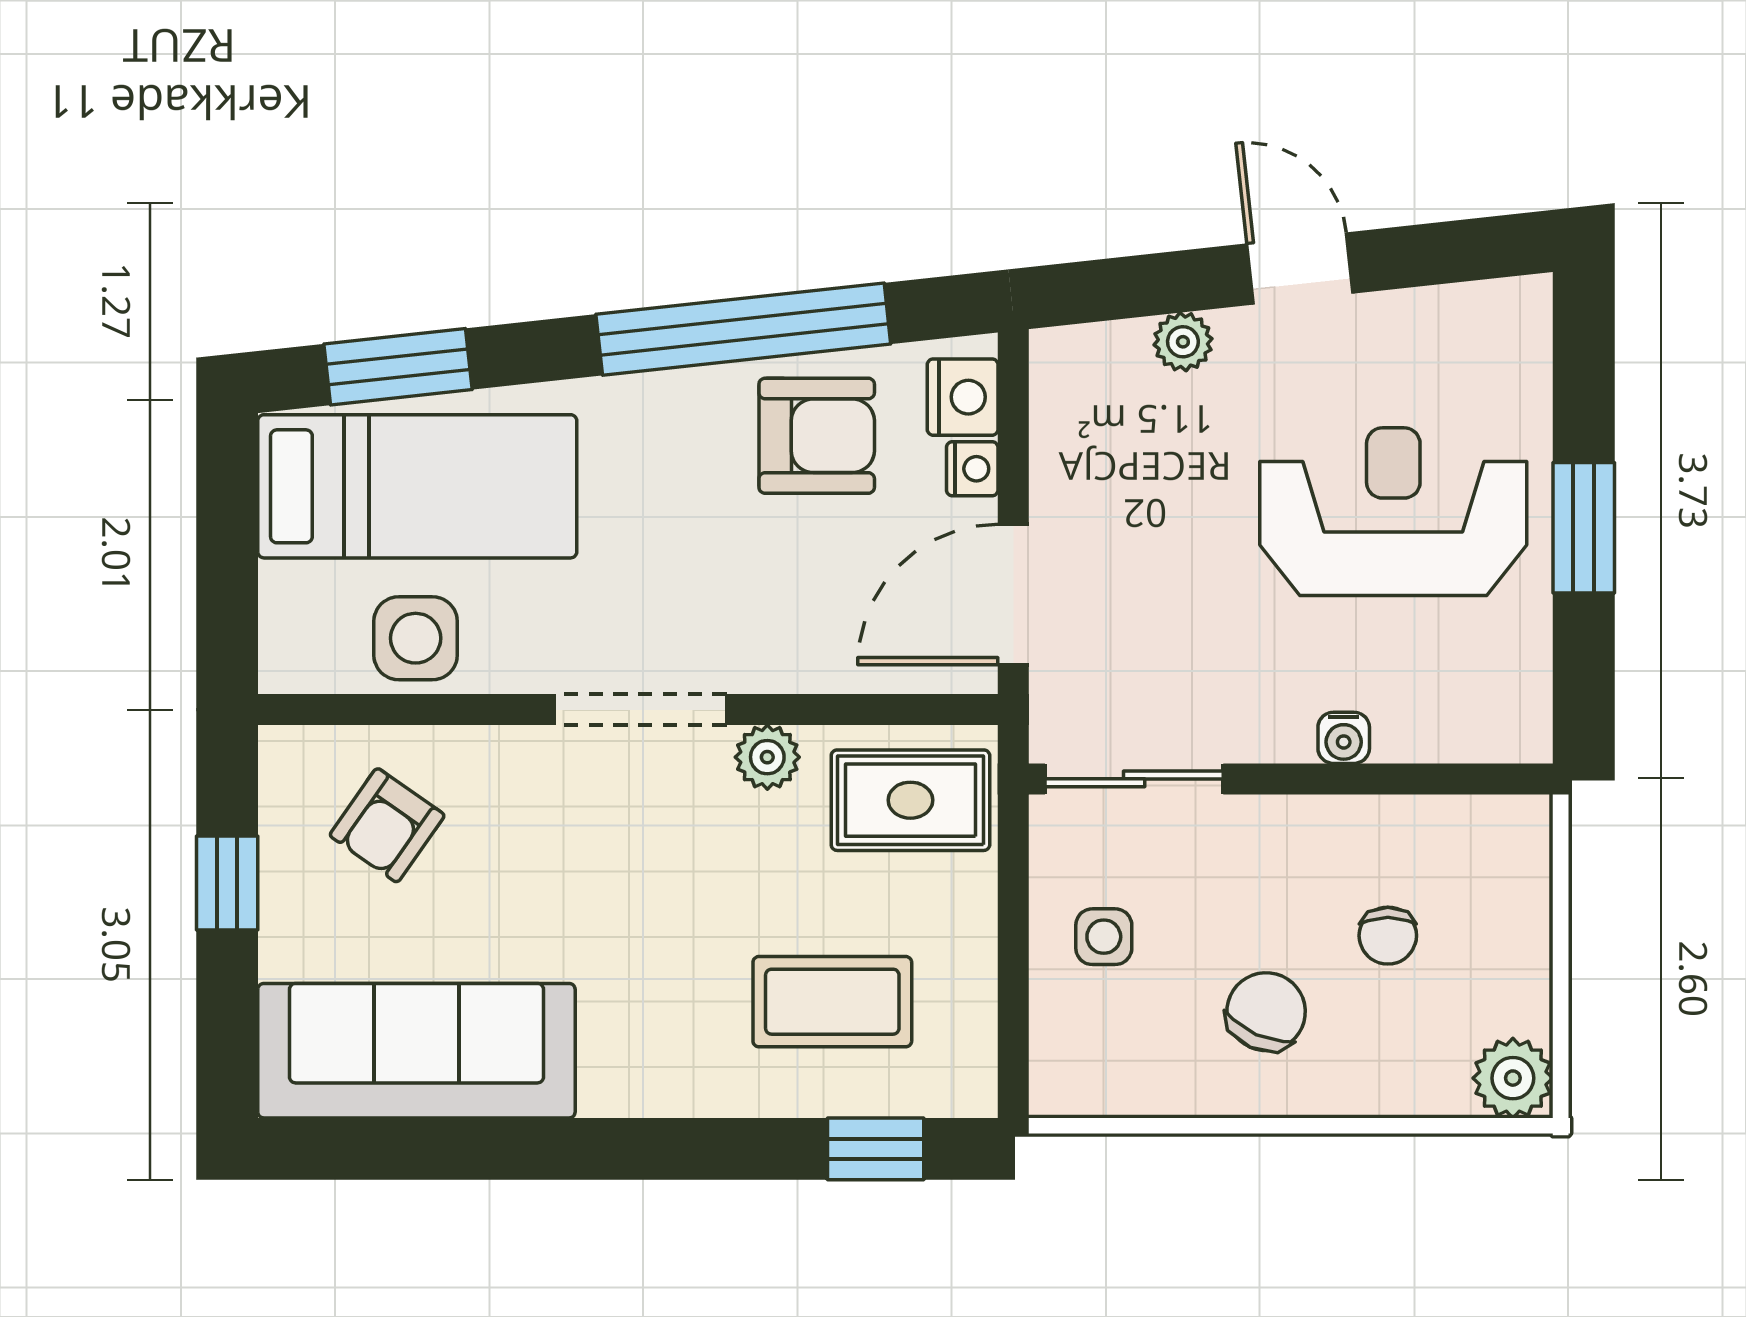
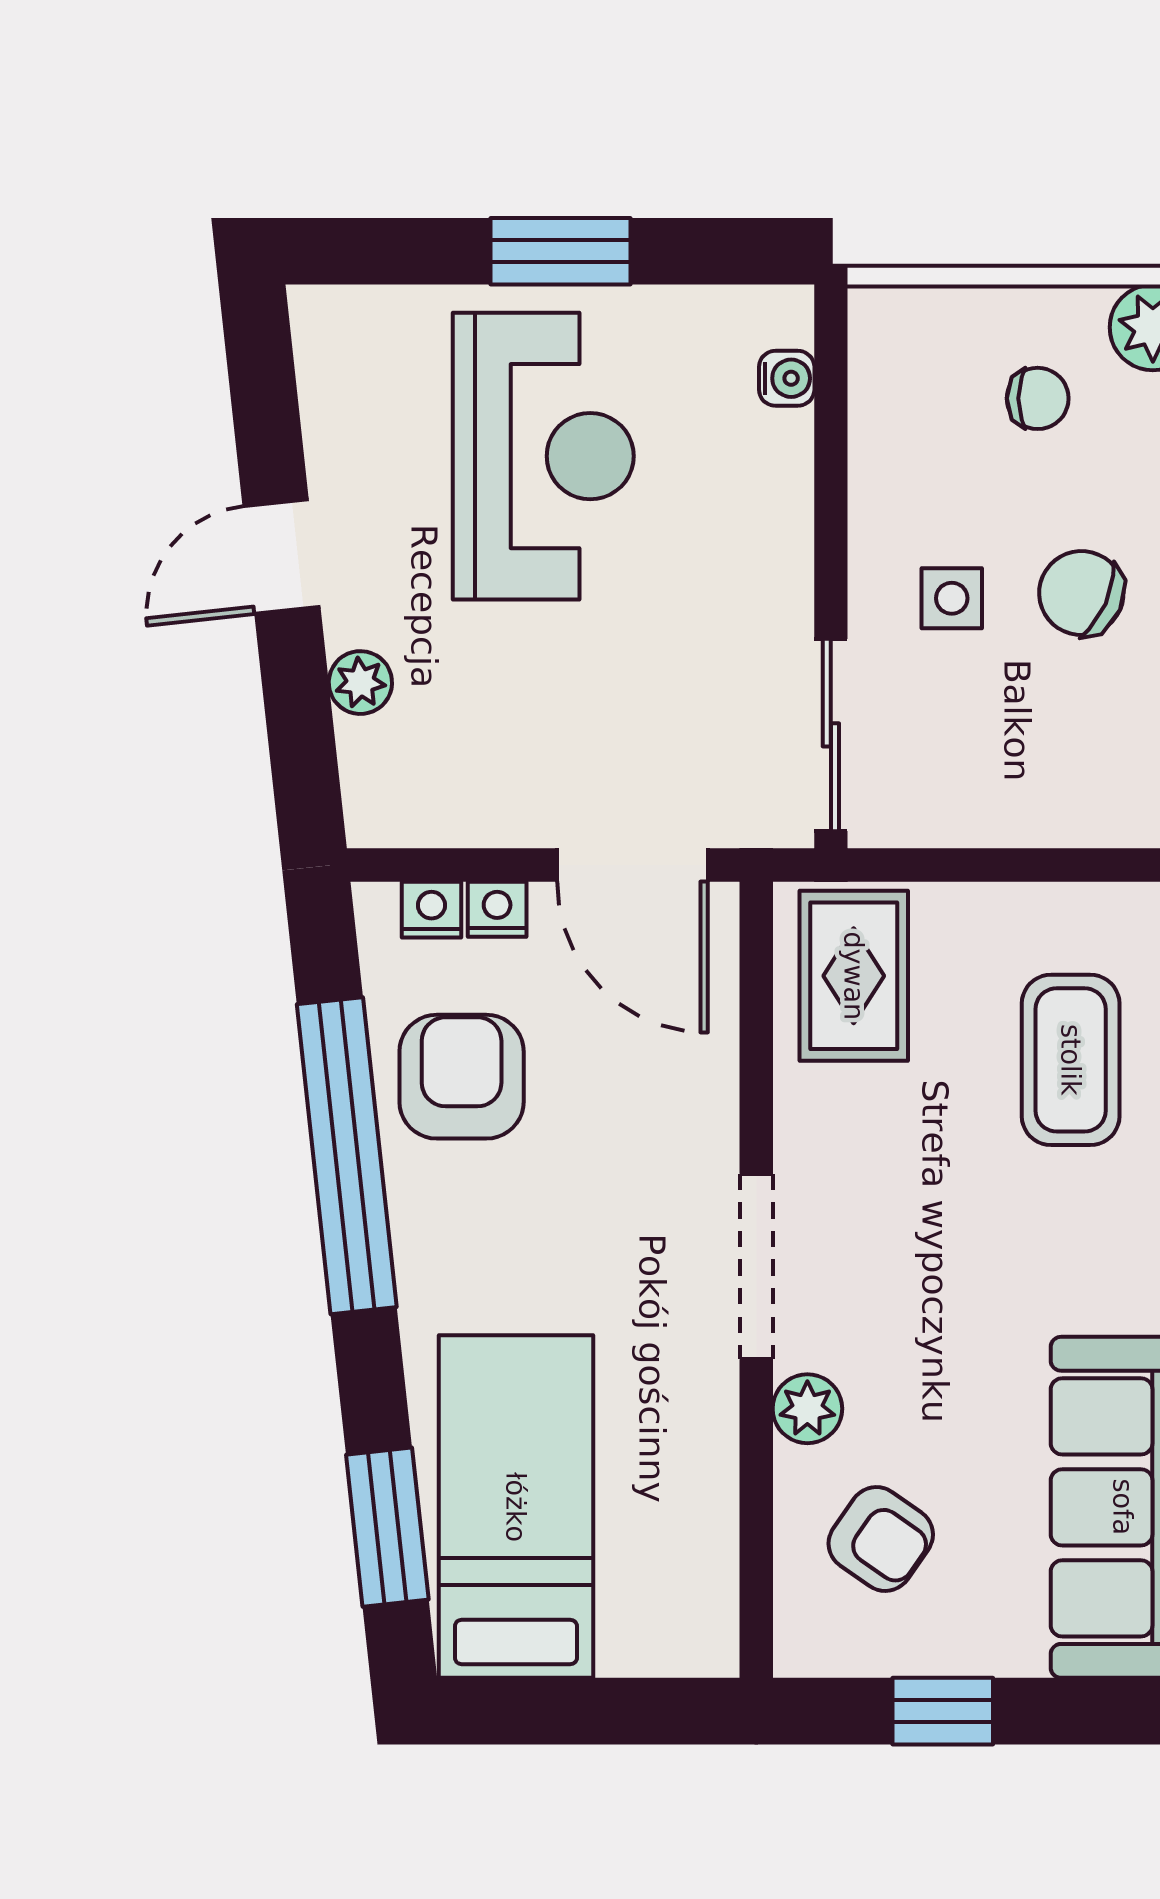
nightstand: (963, 397) -> (431, 910), width x0.72, depth x0.74
reception desk: (1393, 512) -> (543, 456), turned 180
side table: (416, 638) -> (679, 1508), removed
water cooler: (1344, 738) -> (787, 378), moved
plant: (767, 757) -> (807, 1409), moved
chair: (1388, 936) -> (1038, 398), moved
side table: (1104, 937) -> (952, 598), moved

